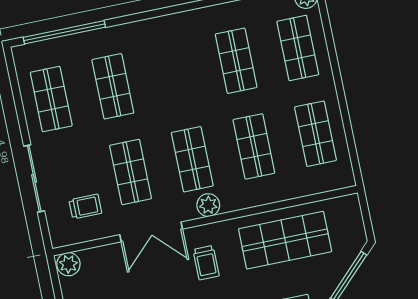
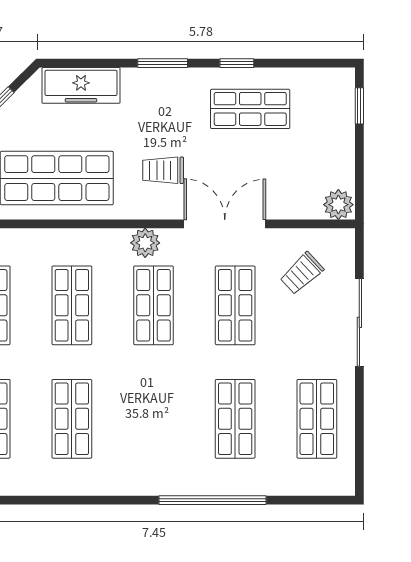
window: (64, 32) -> (212, 500), moved
trolley: (85, 206) -> (302, 273), turned -43
trolley: (206, 263) -> (163, 170), turned -90

